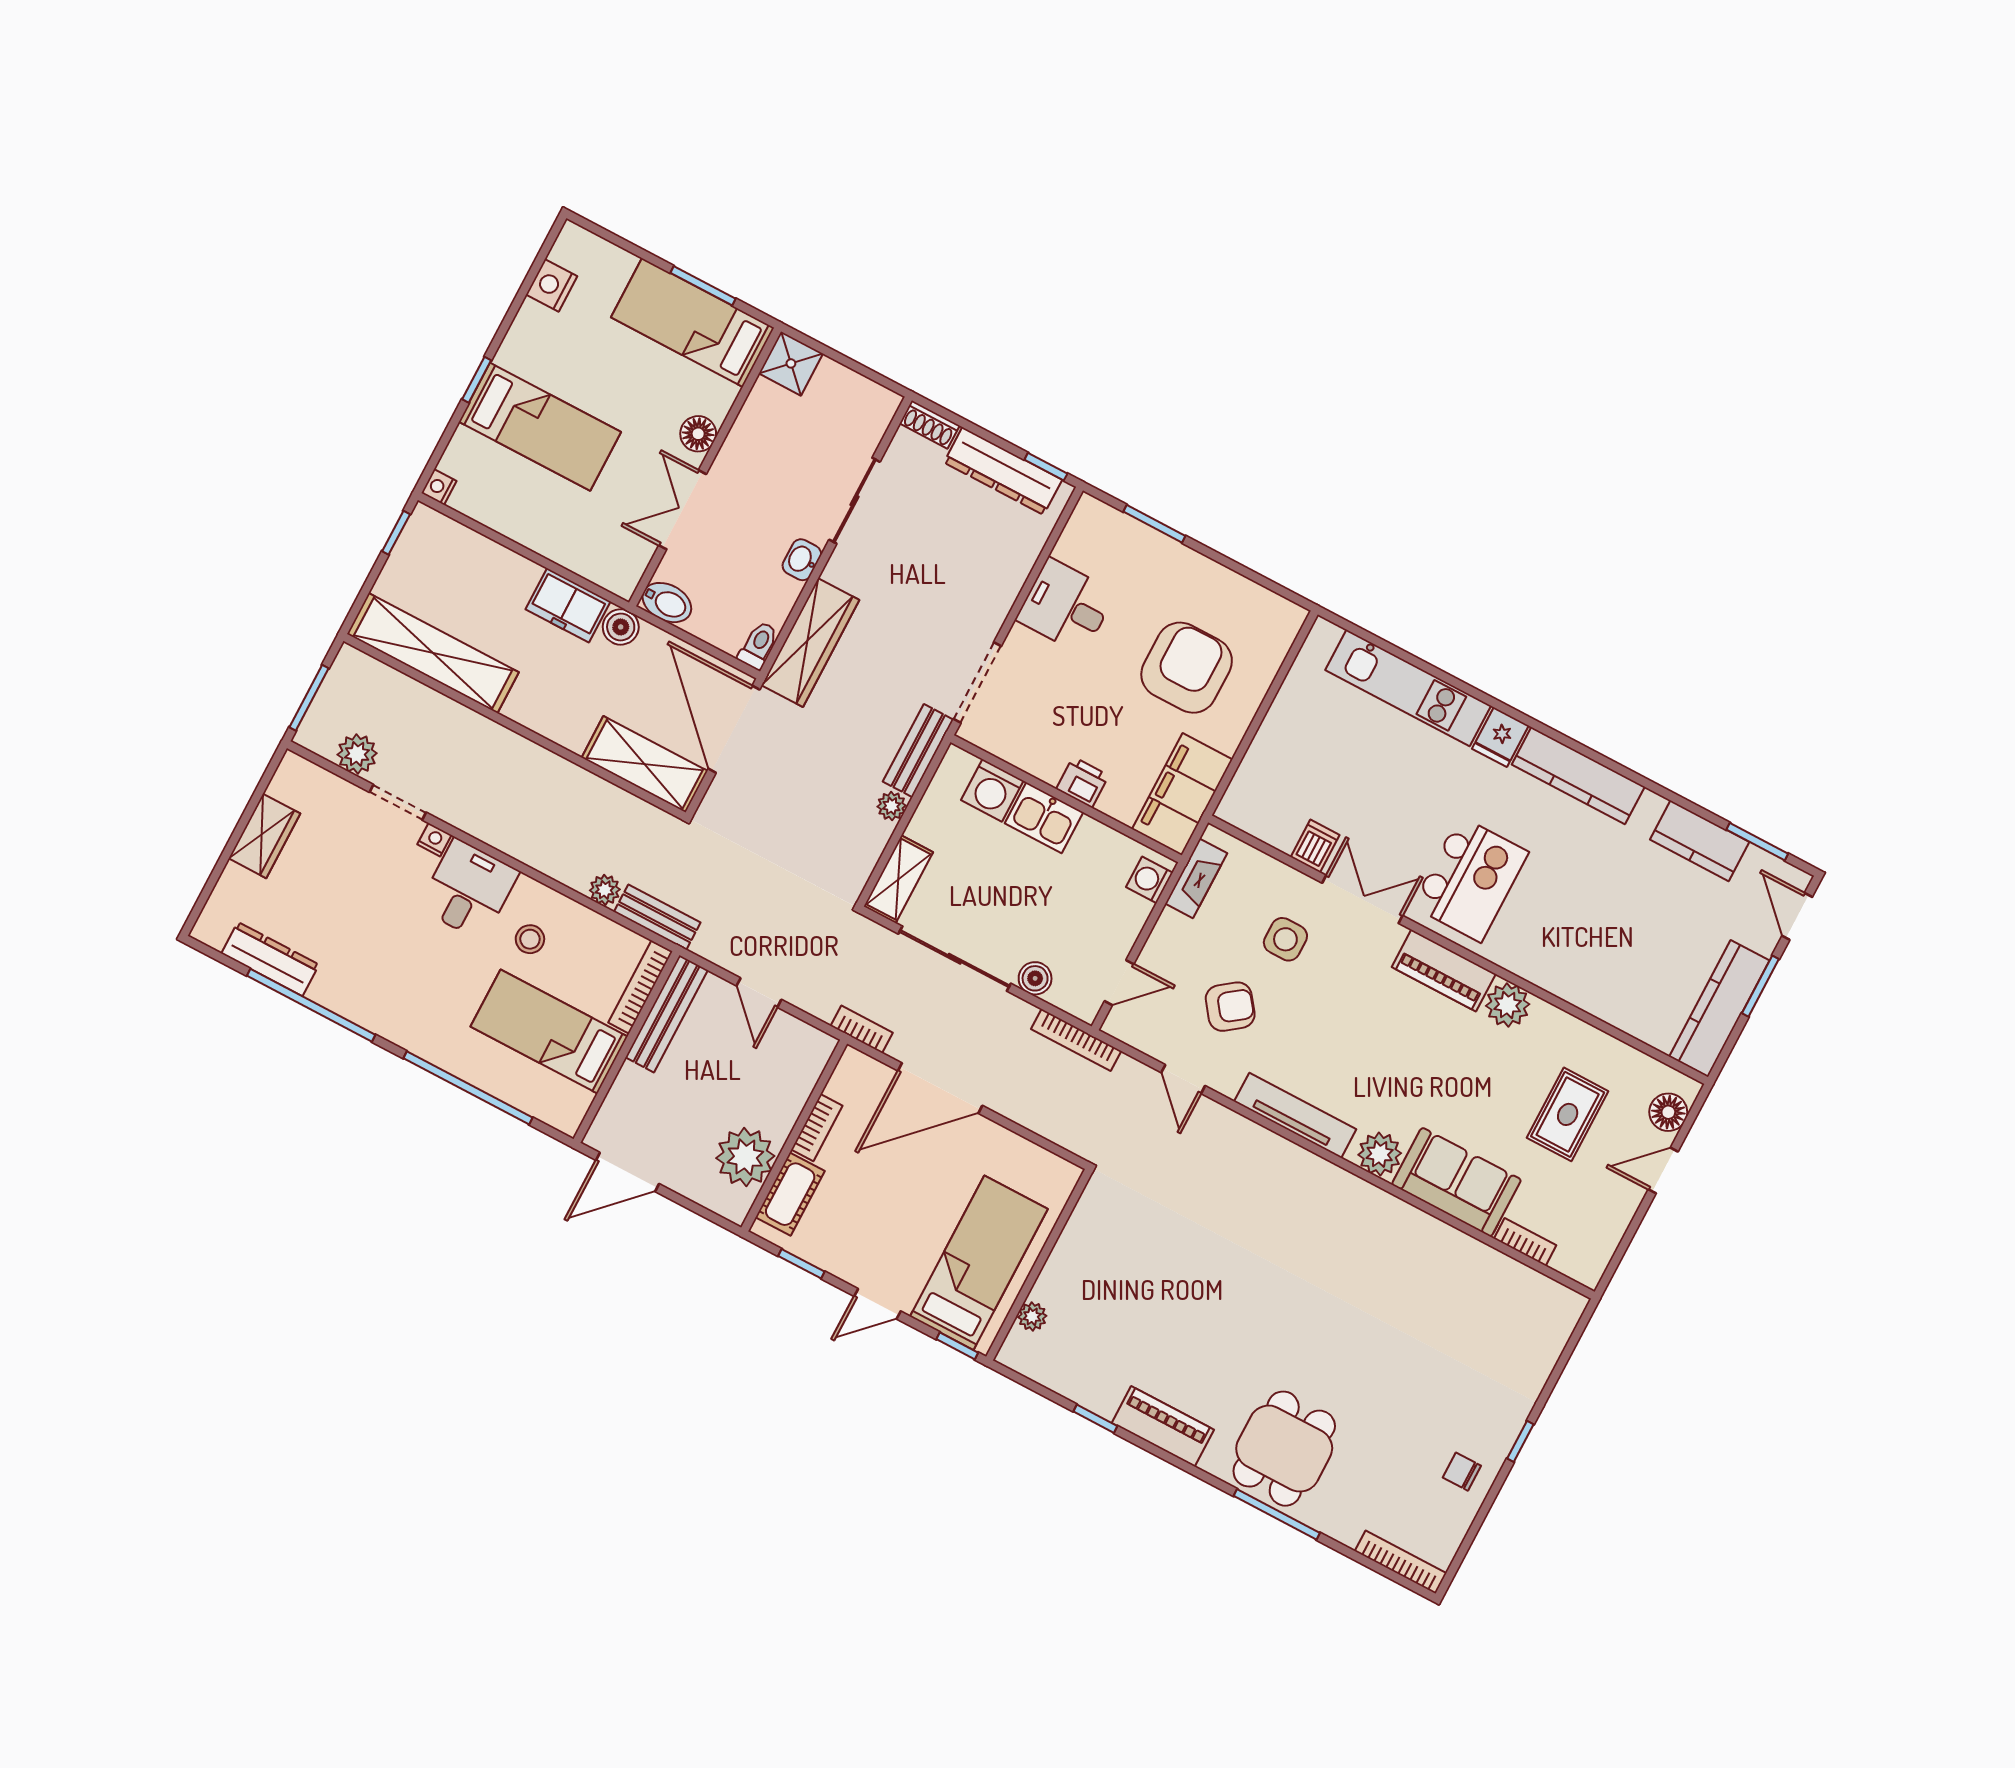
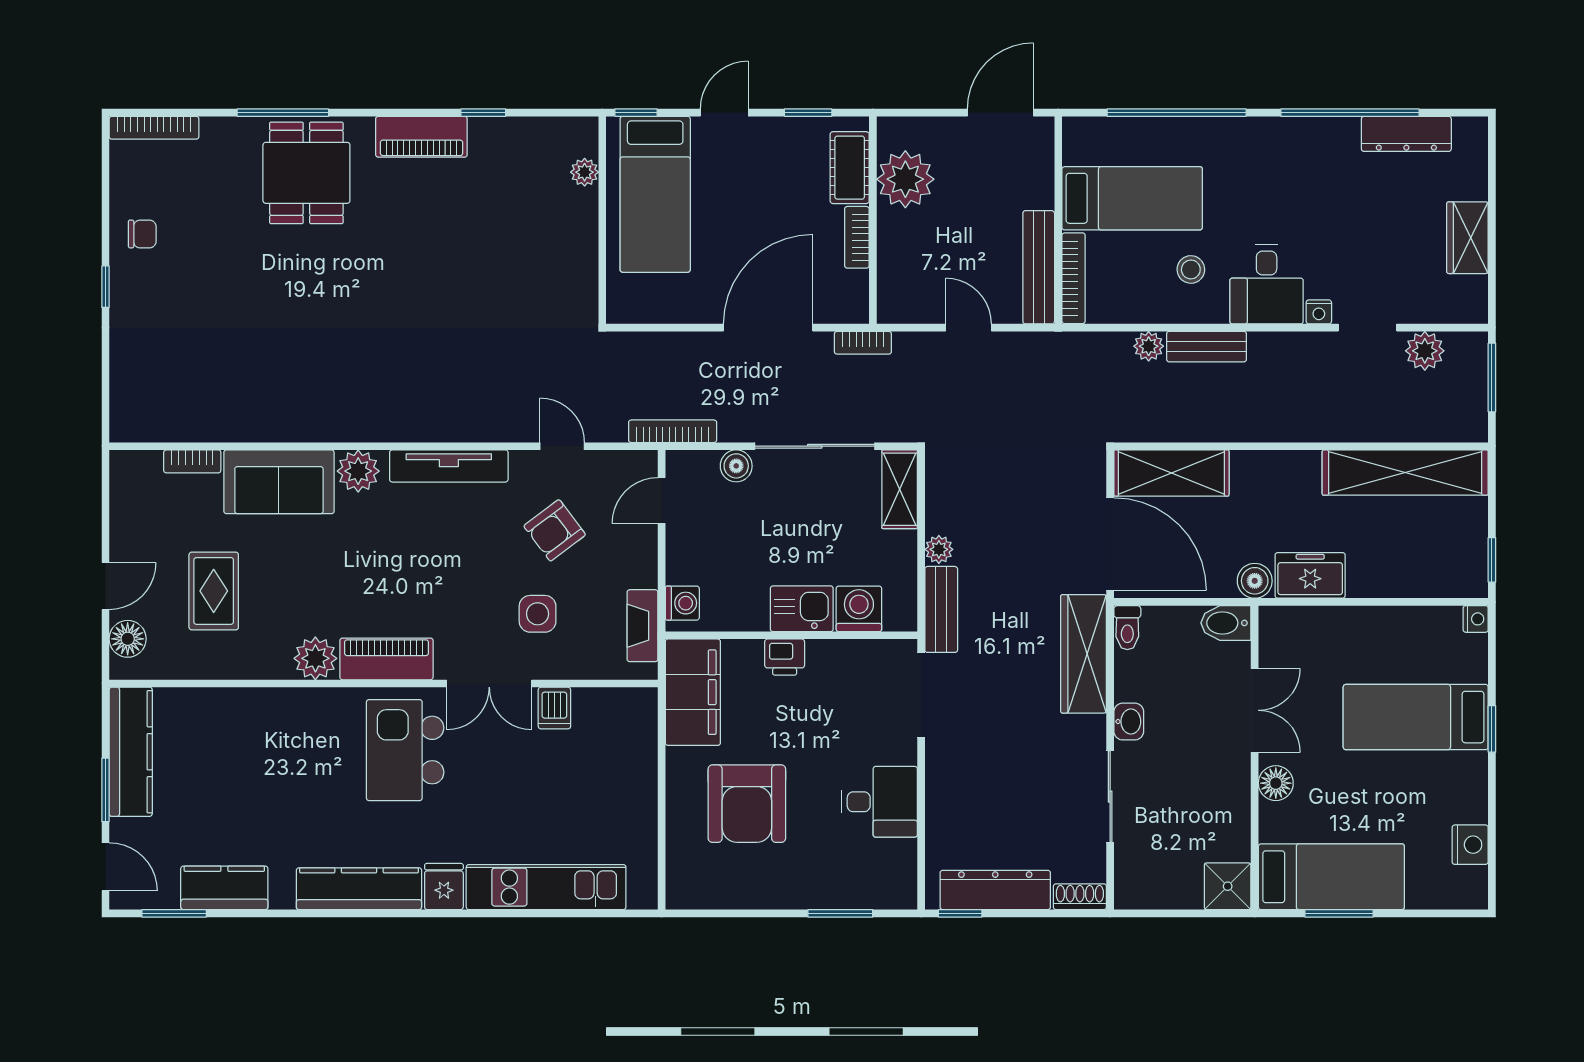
bench: (657, 917) -> (1206, 347), moved

